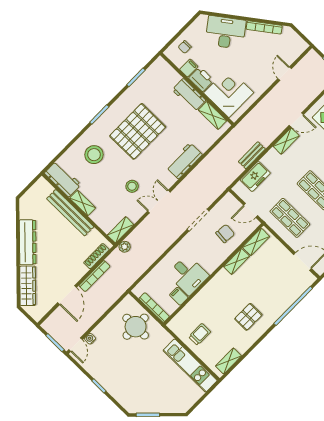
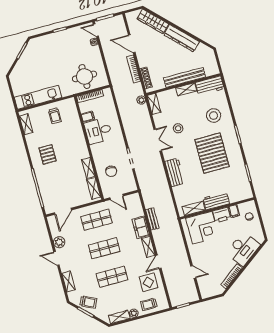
freezer: (255, 176) -> (141, 227), moved
door: (251, 210) -> (116, 197), swing flipped

